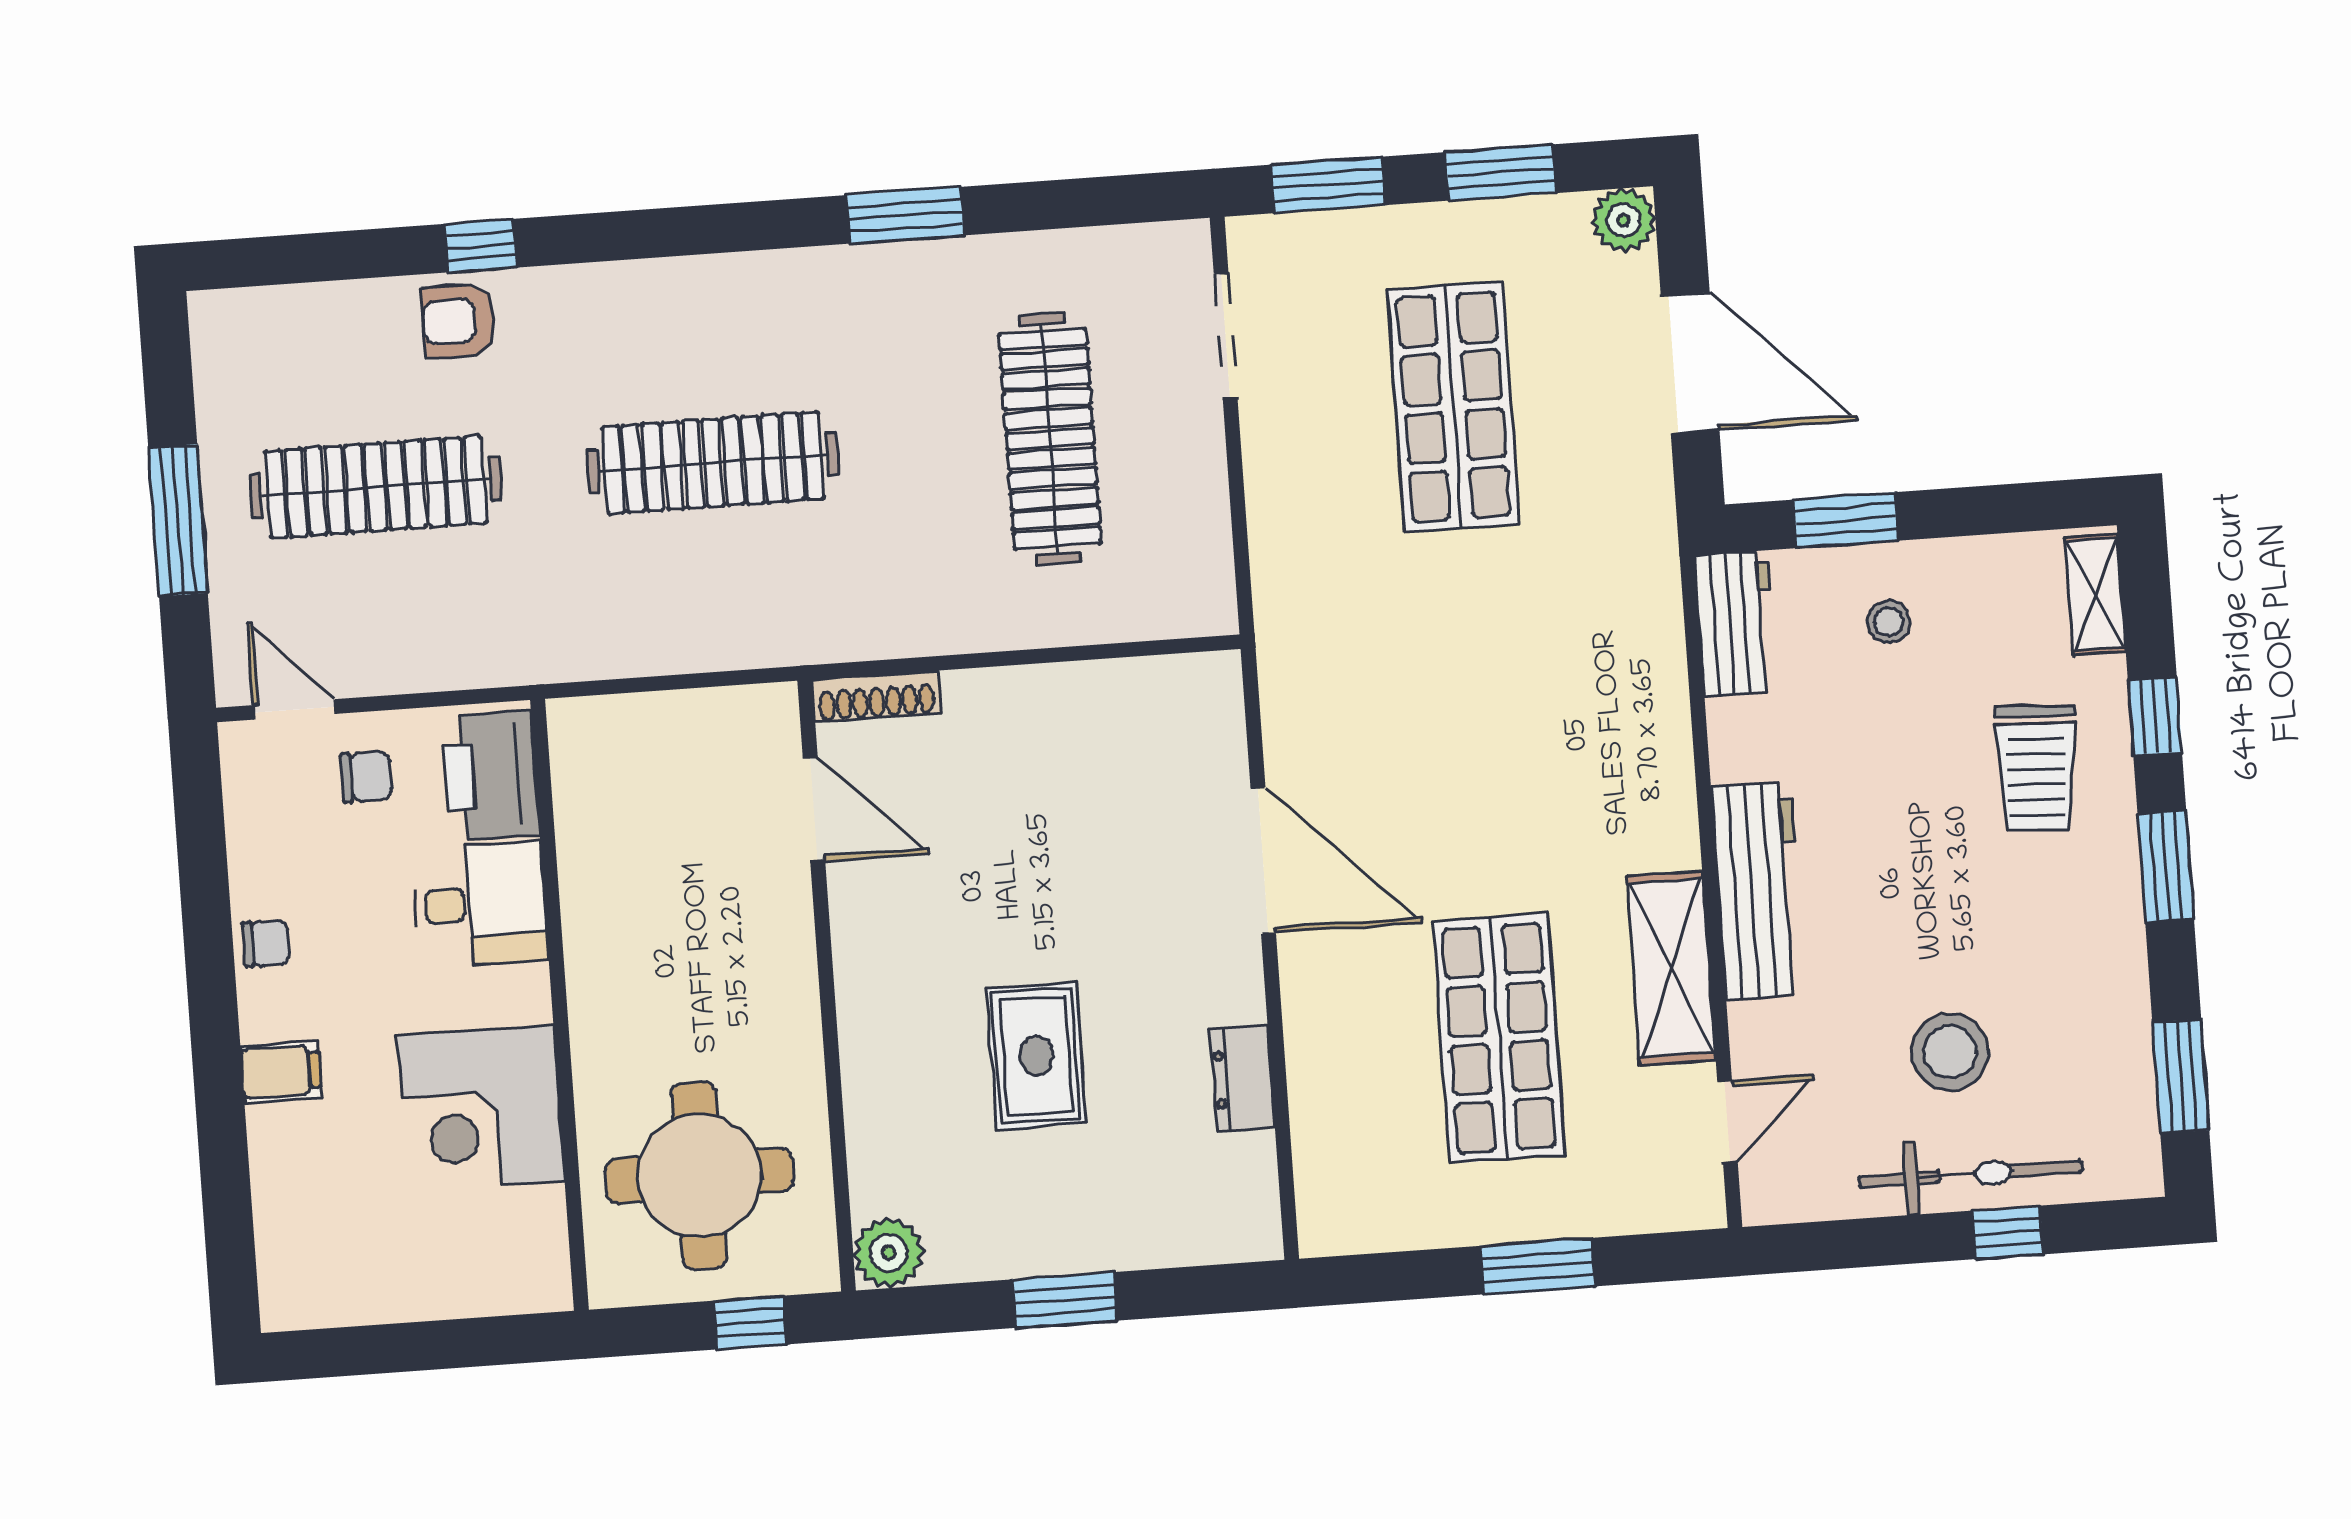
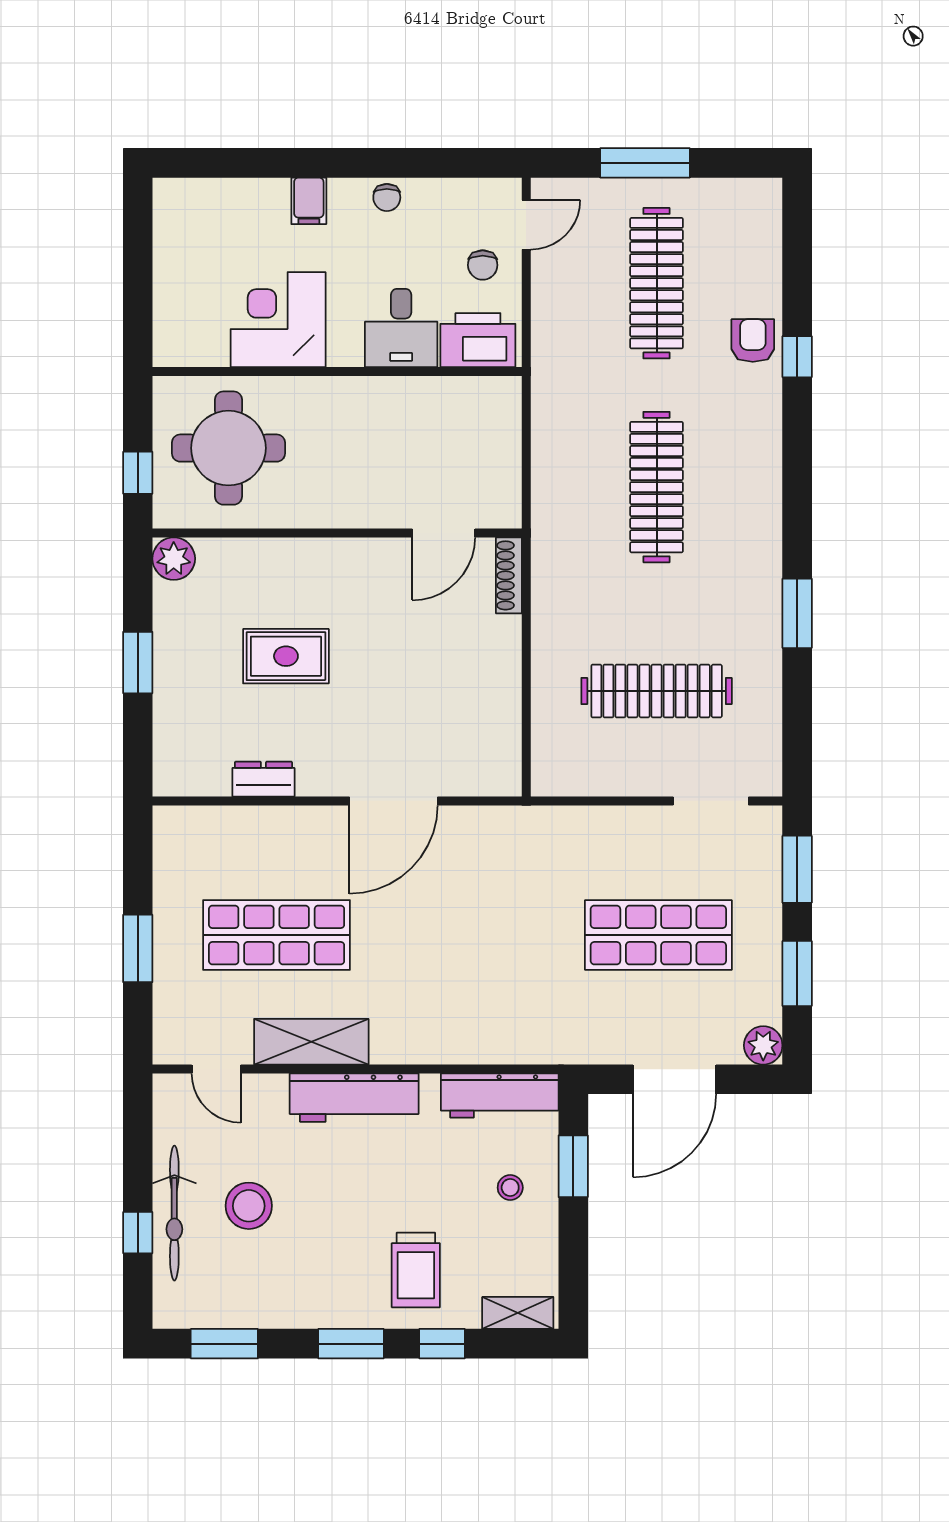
workbench: (1736, 624) -> (500, 1096), width x1.38
trolley: (2036, 768) -> (416, 1270), turned -93

